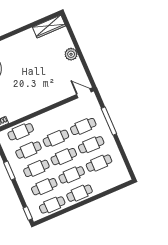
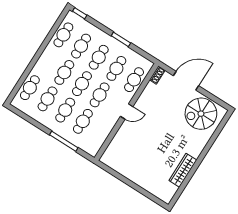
wardrobe: (49, 26) -> (183, 170), moved
plant: (71, 54) -> (136, 177), removed
door: (84, 93) -> (127, 112), moved
cafe table: (80, 193) -> (30, 88), moved

